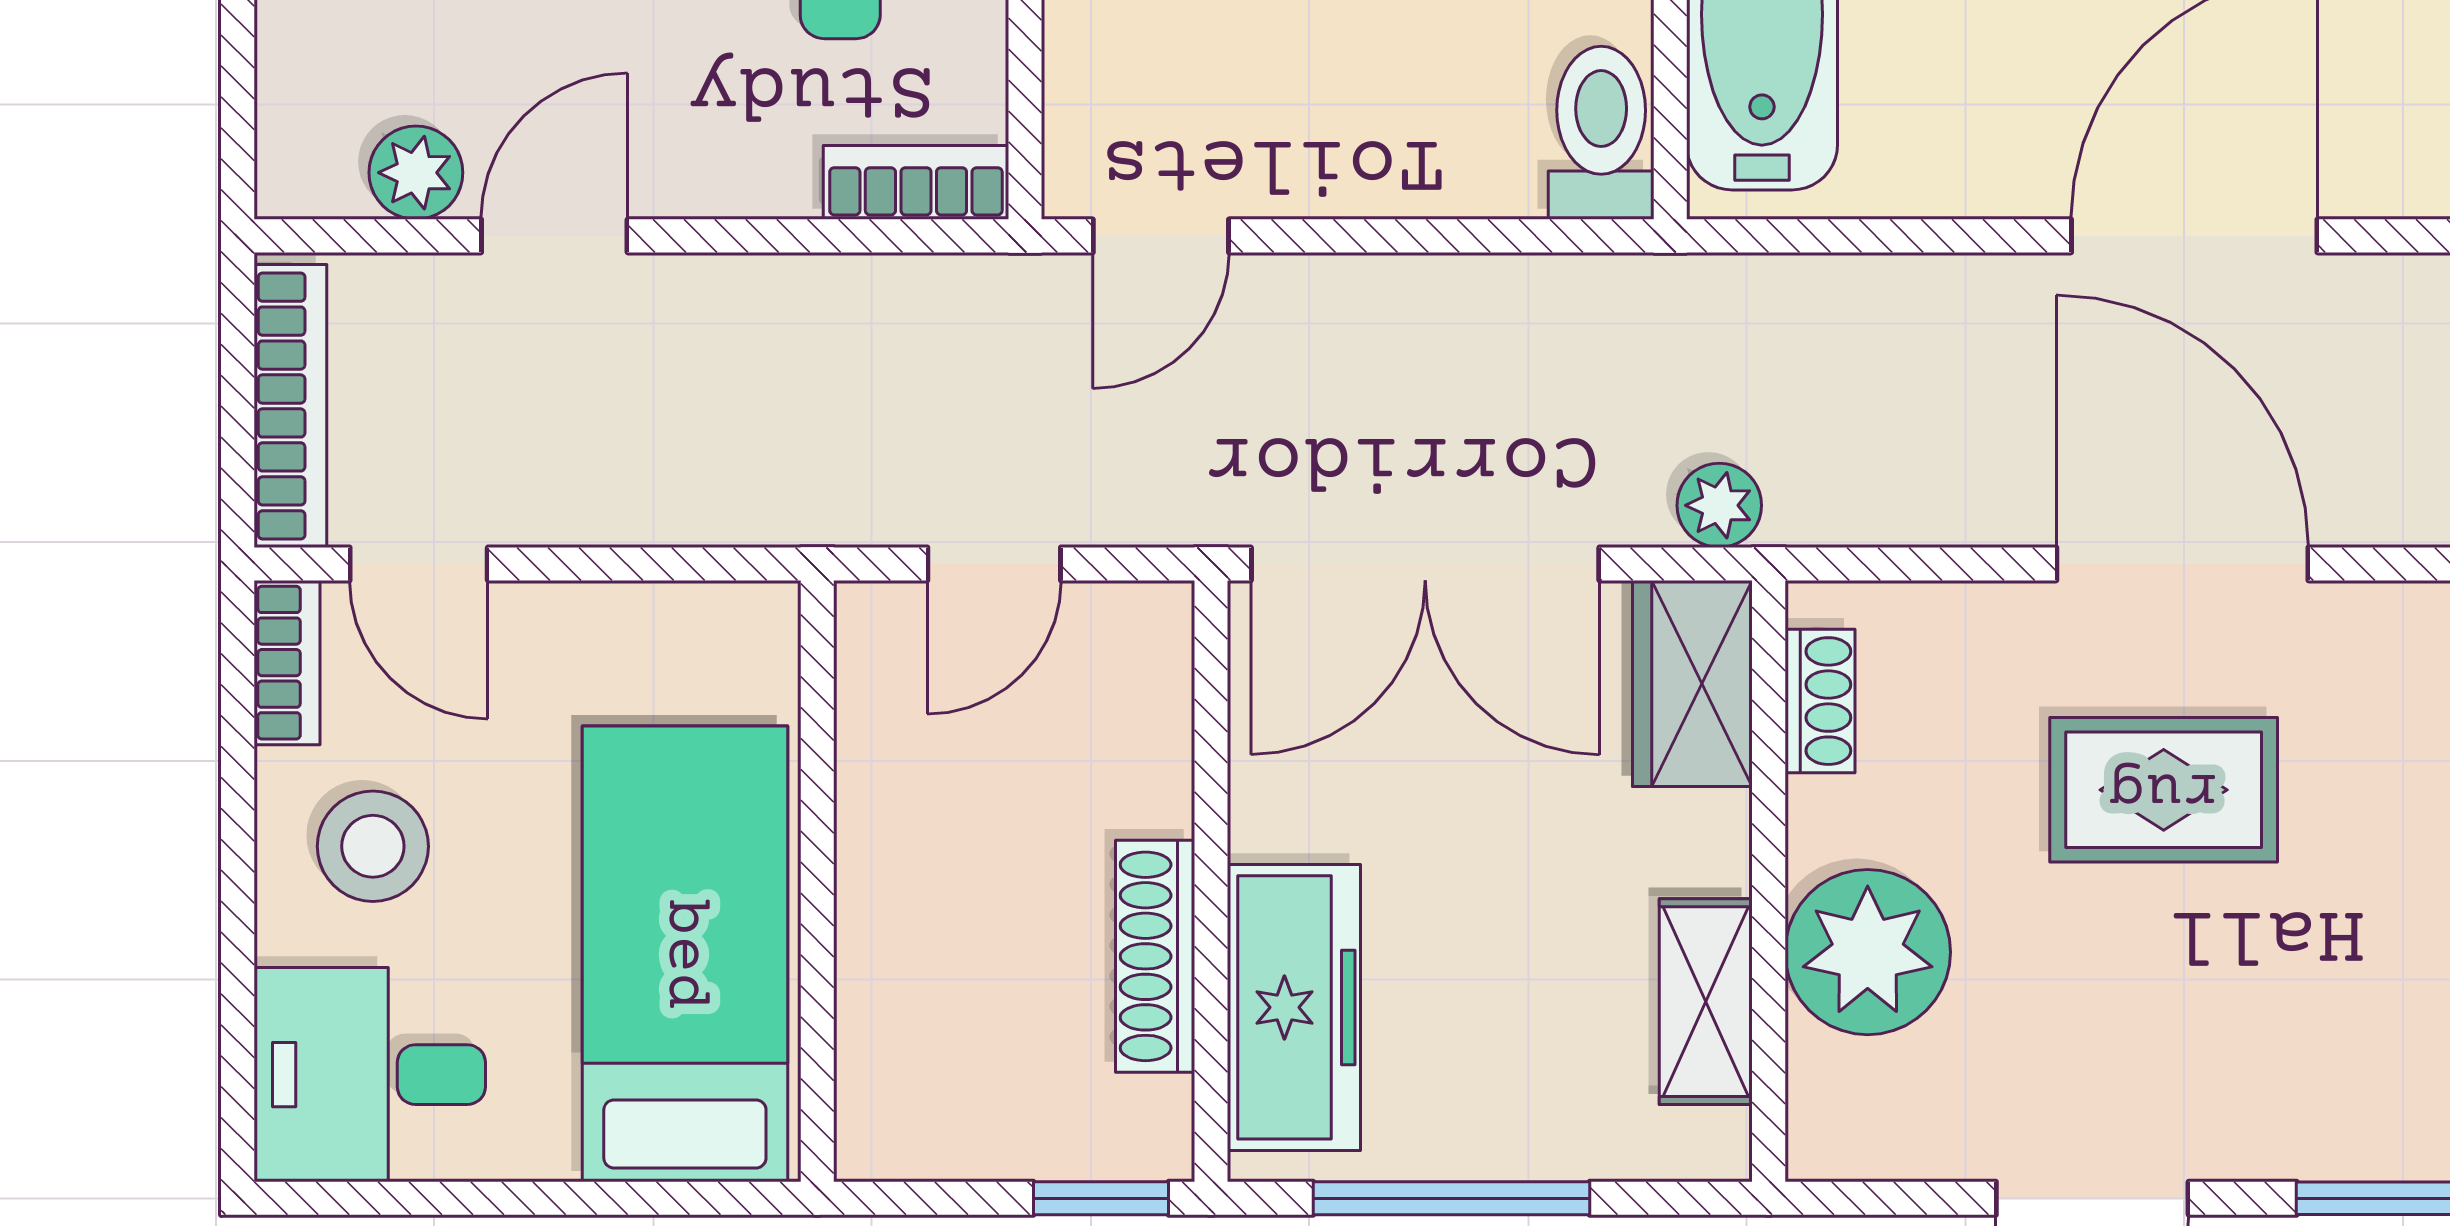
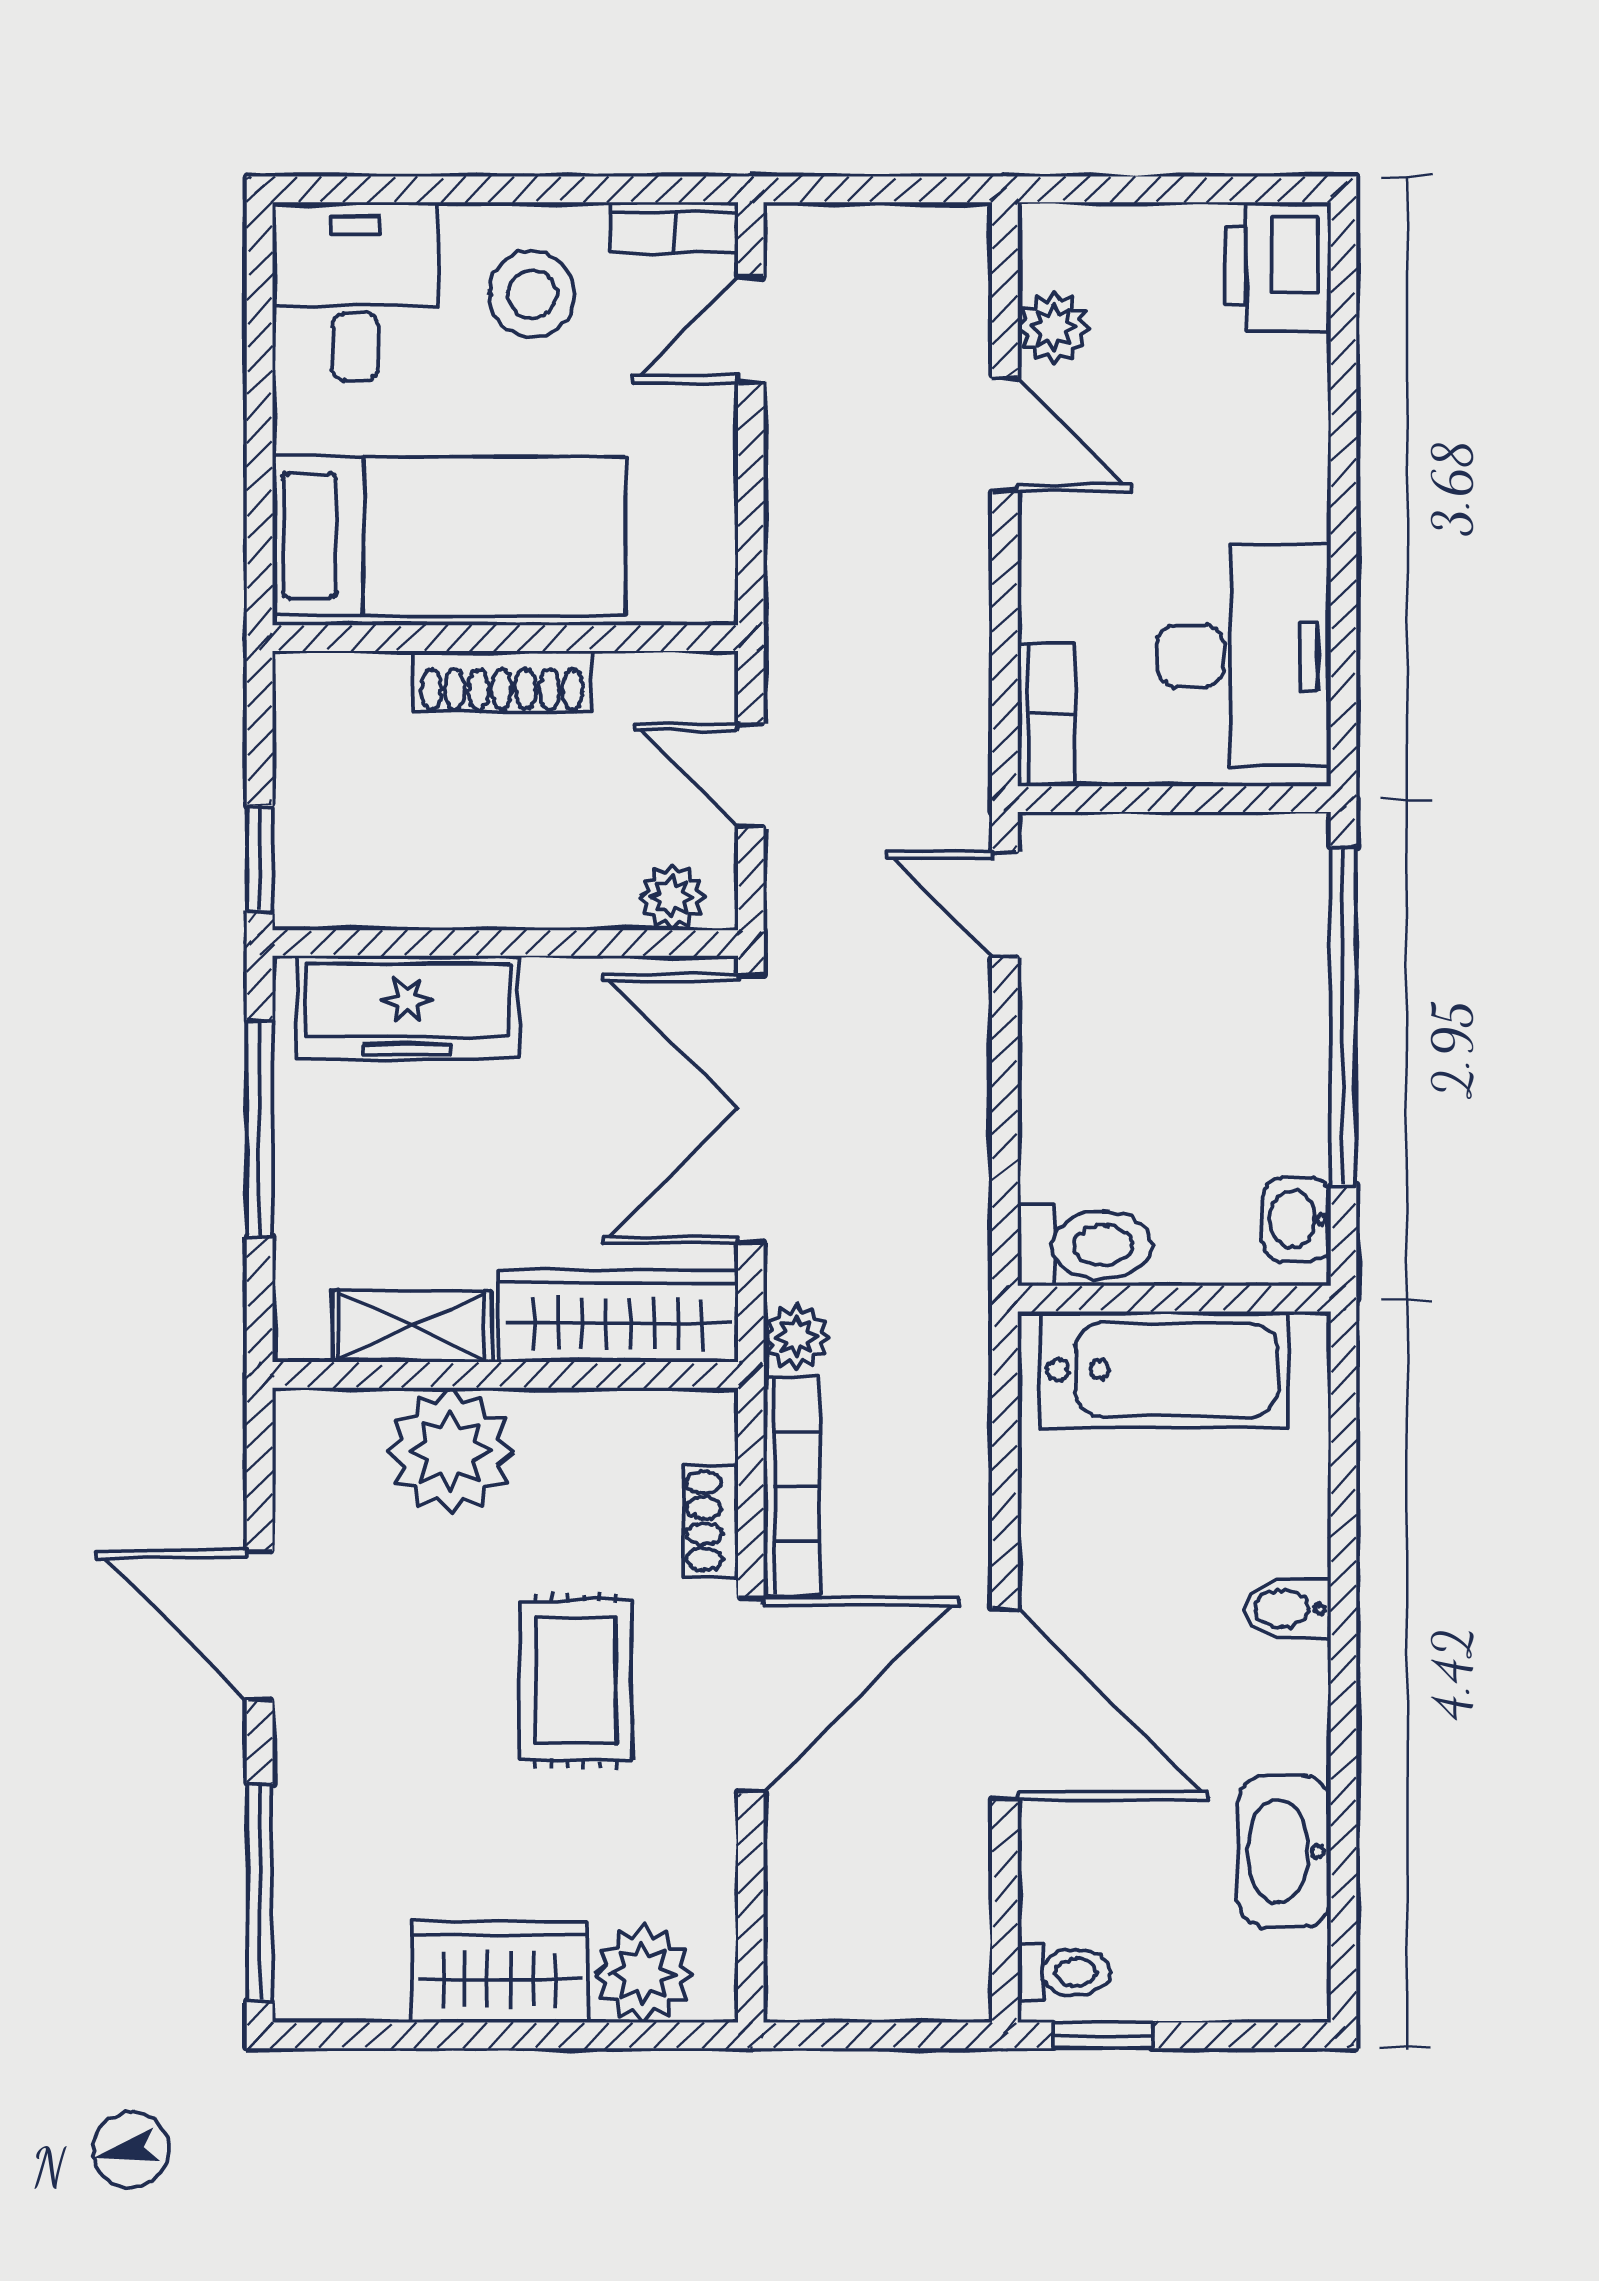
bookcase: (290, 406) -> (792, 1486), moved, turned -90
plant: (1152, 666) -> (672, 897), added
wardrobe: (1692, 683) -> (618, 1316), width x1.50
shoe rack: (1820, 701) -> (711, 1521), moved, turned 90
shoe rack: (1155, 956) -> (502, 681), moved, turned 180

